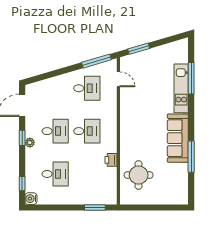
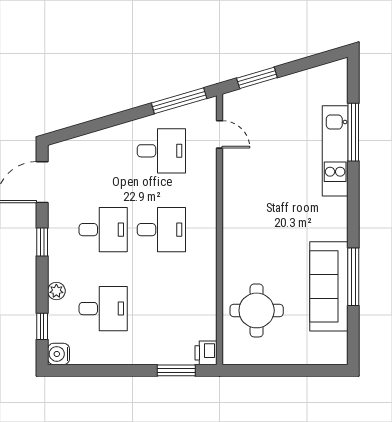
sofa: (178, 138) -> (329, 286), moved
plant: (30, 143) -> (56, 291), moved
printer: (111, 160) -> (206, 353), moved

